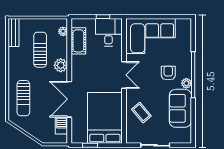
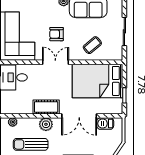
cot: (78, 41) -> (46, 107), moved
armchair: (168, 73) -> (56, 34), moved

